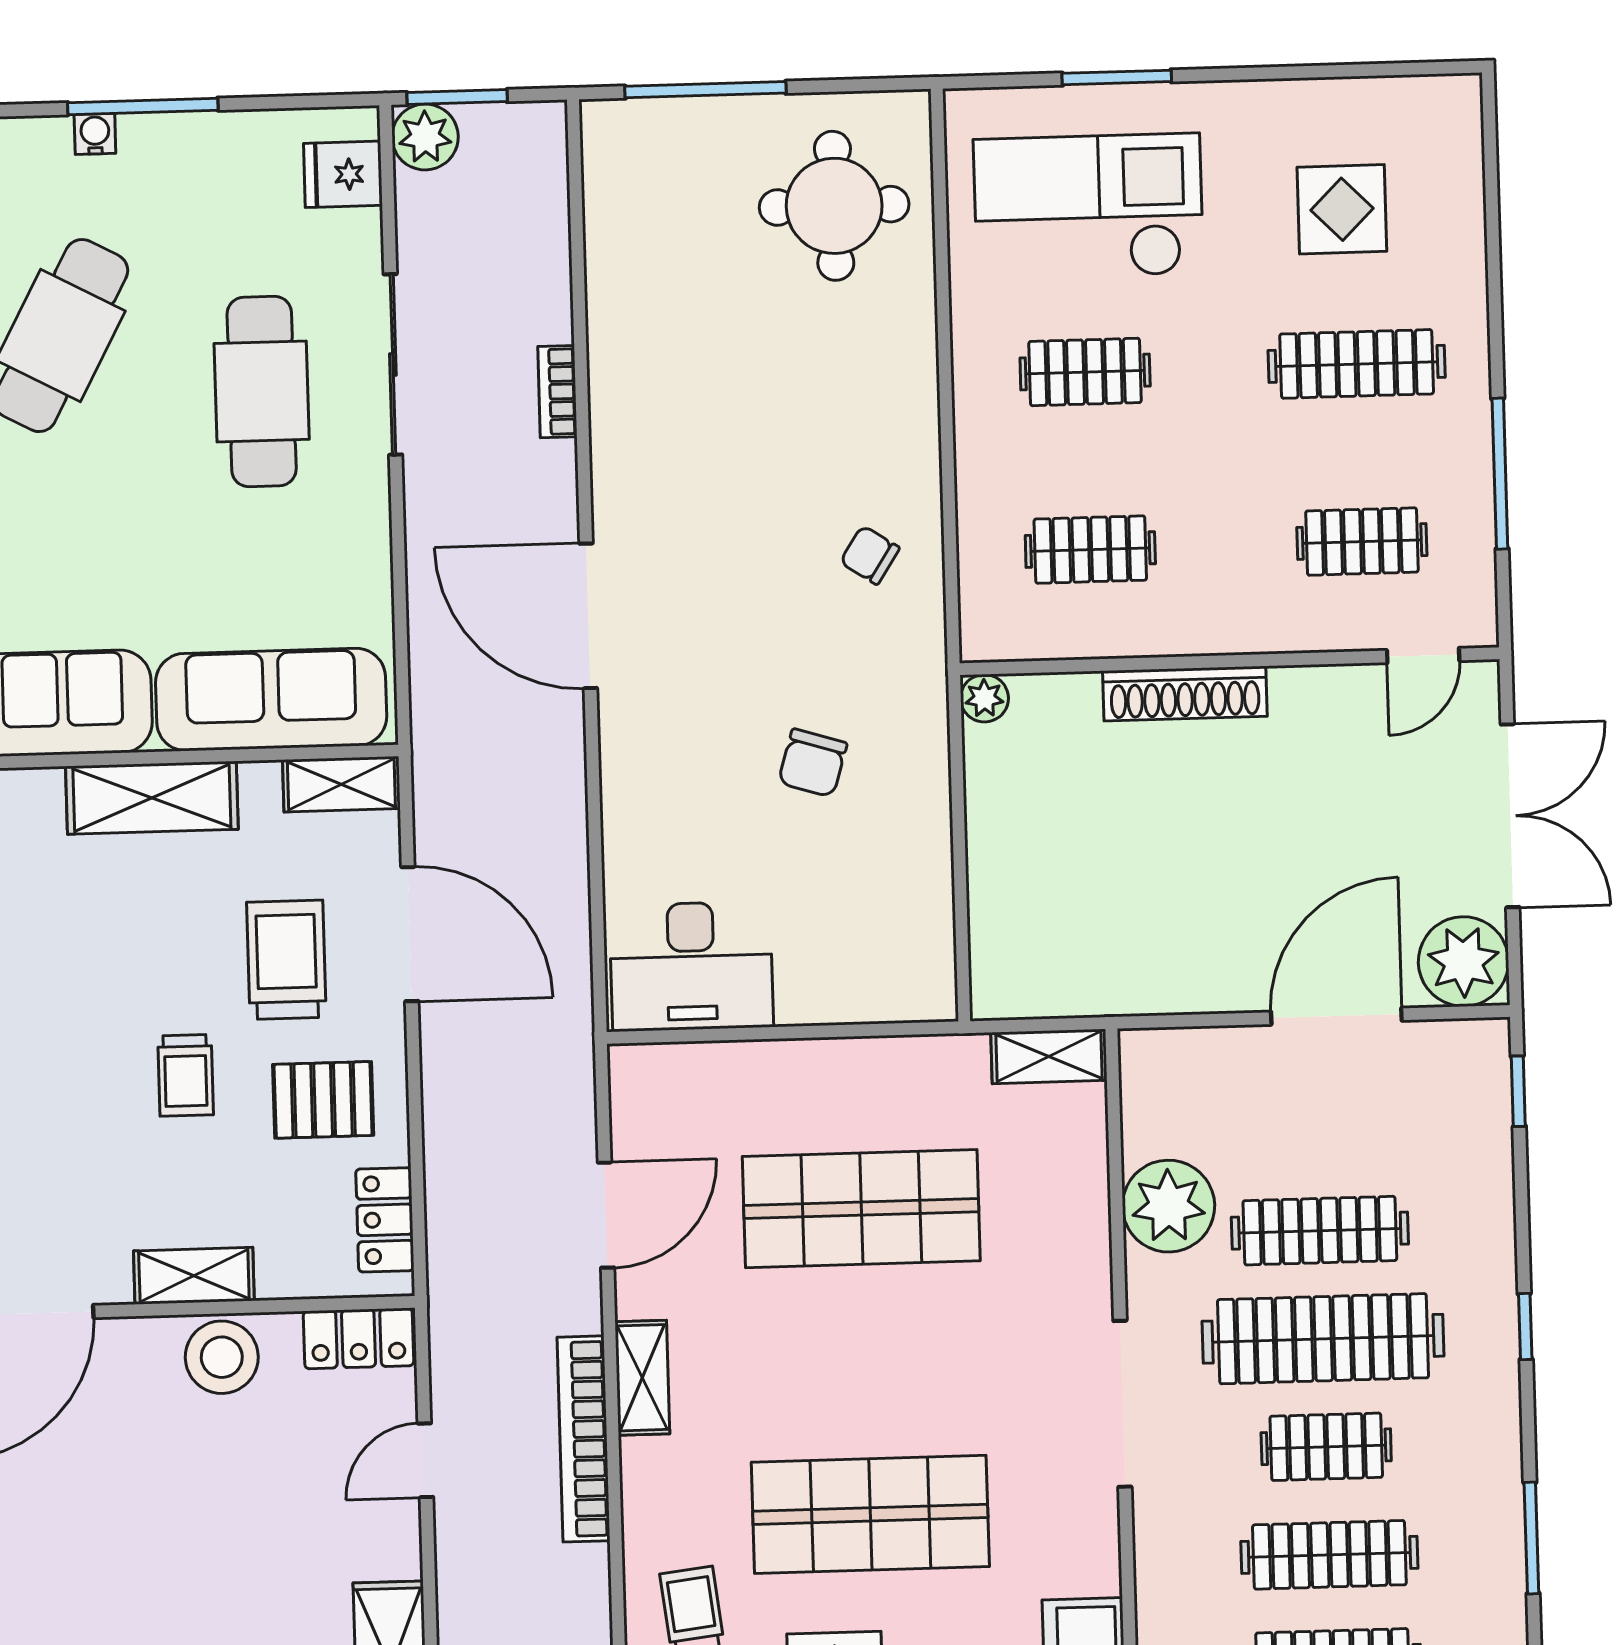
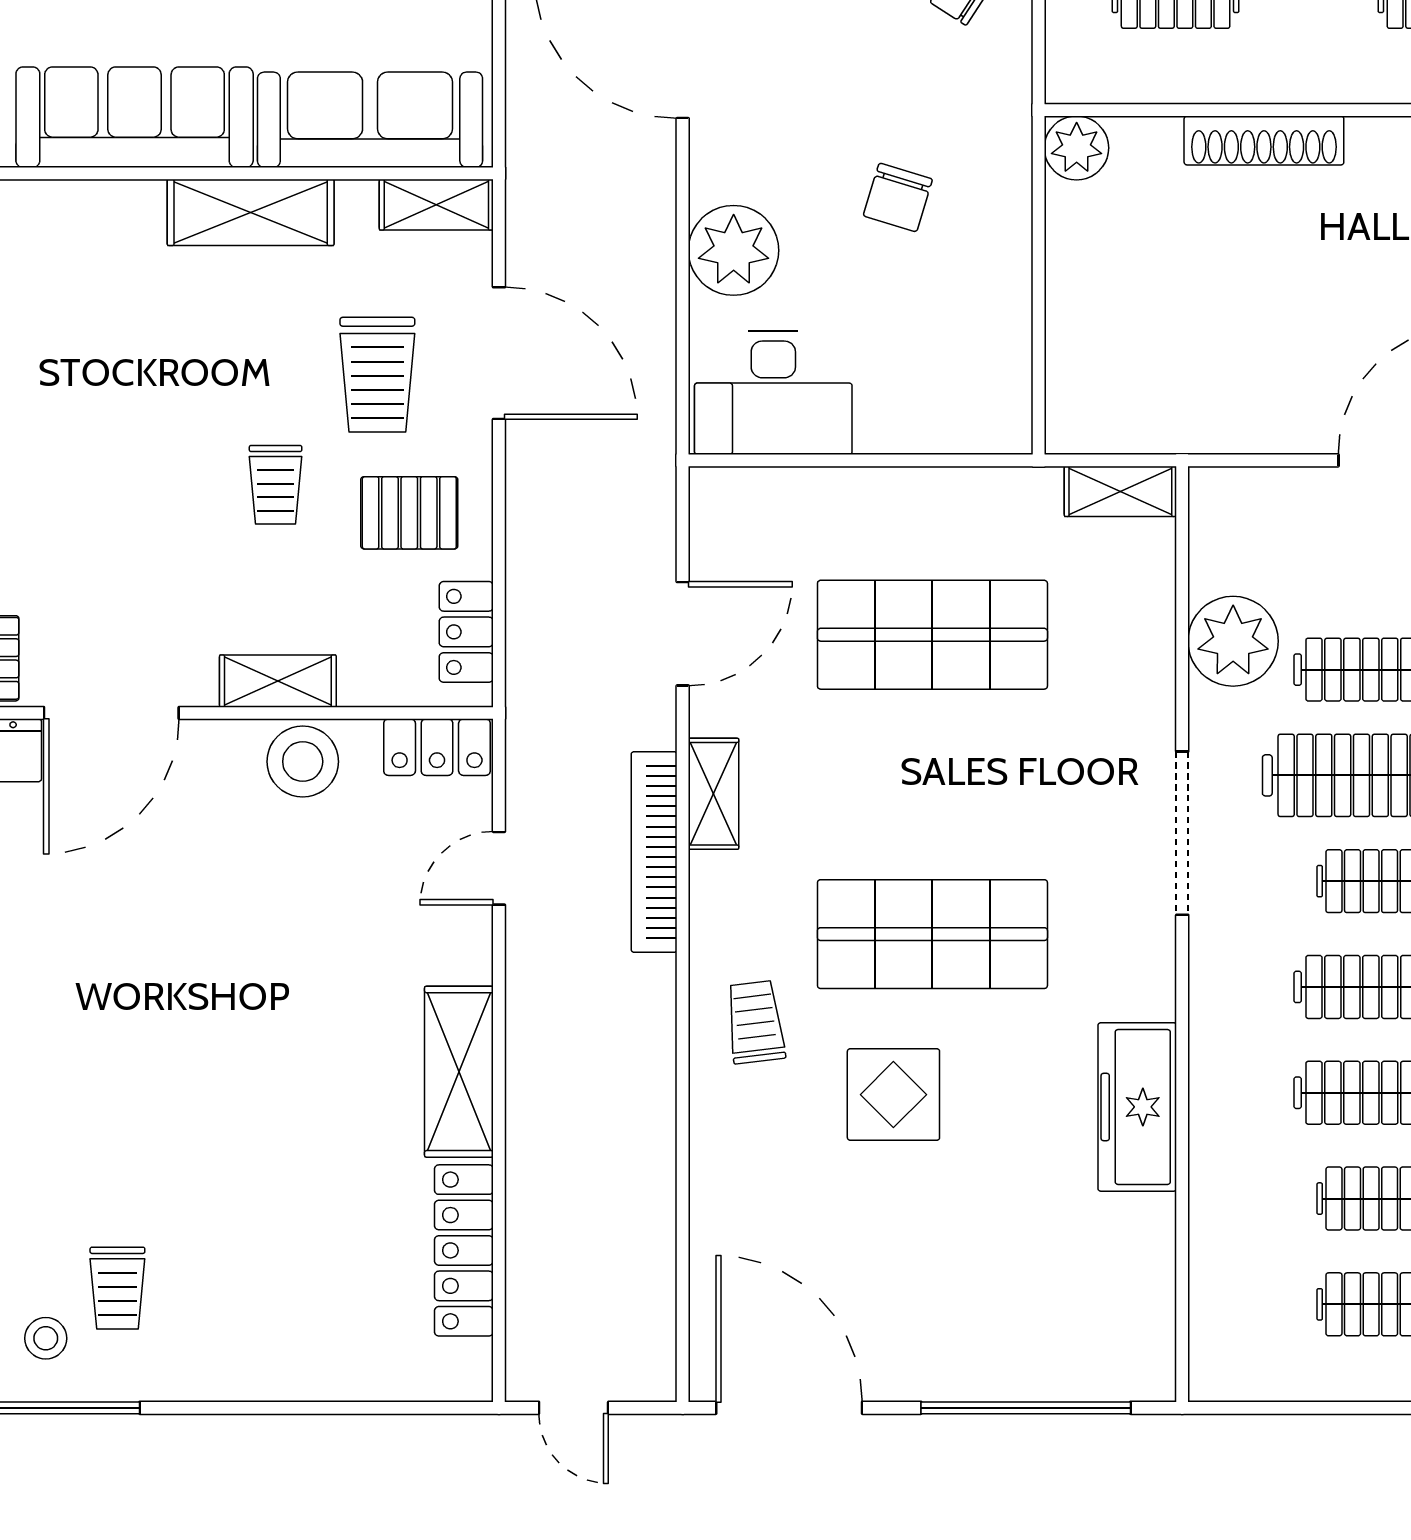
plant: (984, 698) -> (1077, 148), width x1.38, depth x1.38
plant: (646, 822) -> (734, 250), added
trolley: (286, 960) -> (377, 375), turned 180

